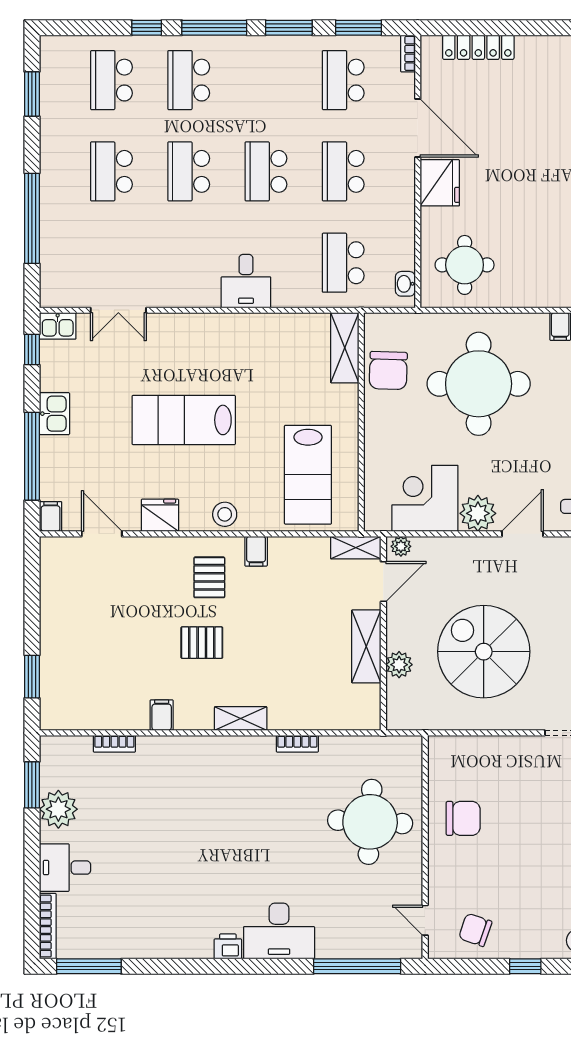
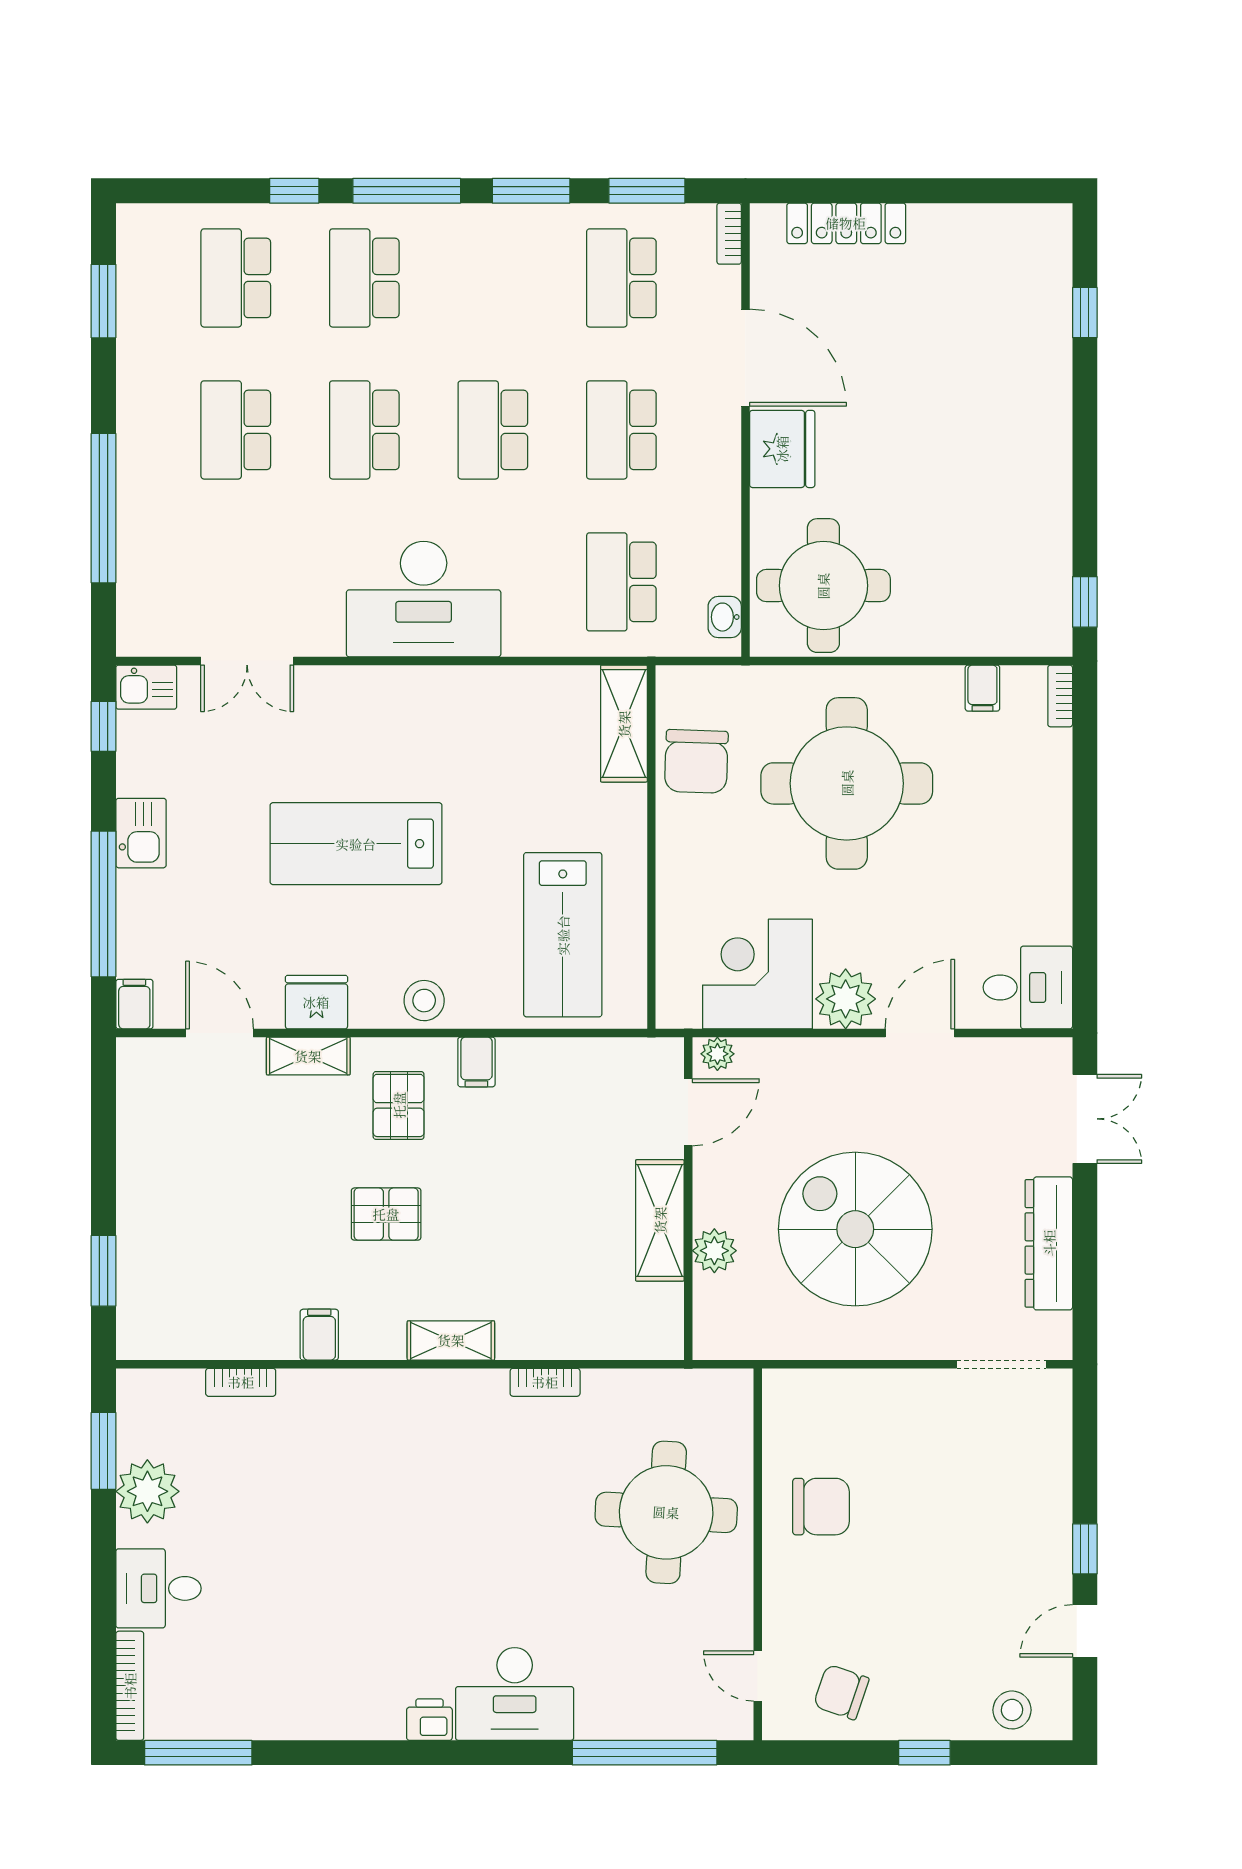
round table: (465, 265) -> (823, 586), width x1.36, depth x1.36
desk: (246, 281) -> (424, 599), width x1.87, depth x1.30
shelving: (356, 548) -> (308, 1056), moved

